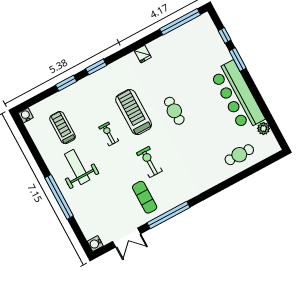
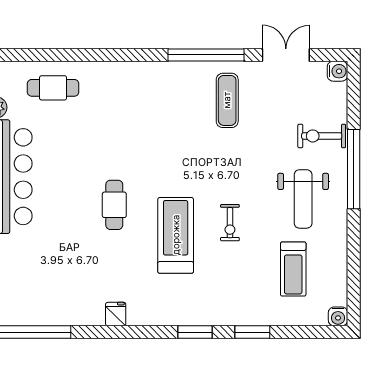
treadmill: (134, 112) -> (176, 235), turned 180
exercise bike: (149, 162) -> (322, 136), moved, turned 90

